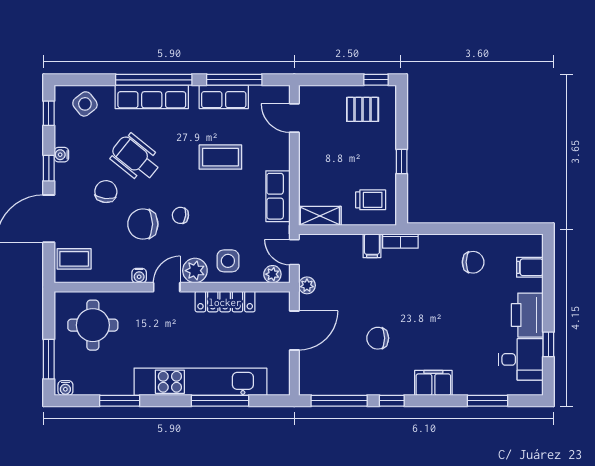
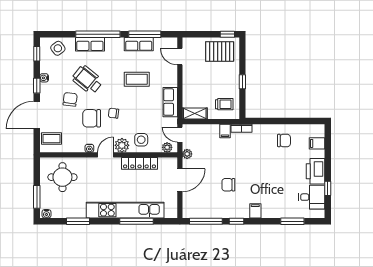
row of seats: (152, 97) -> (90, 44), width x0.68
pallet: (363, 109) -> (220, 52), width x1.50, depth x1.42
filing cabinet: (433, 383) -> (255, 211), width x0.50

